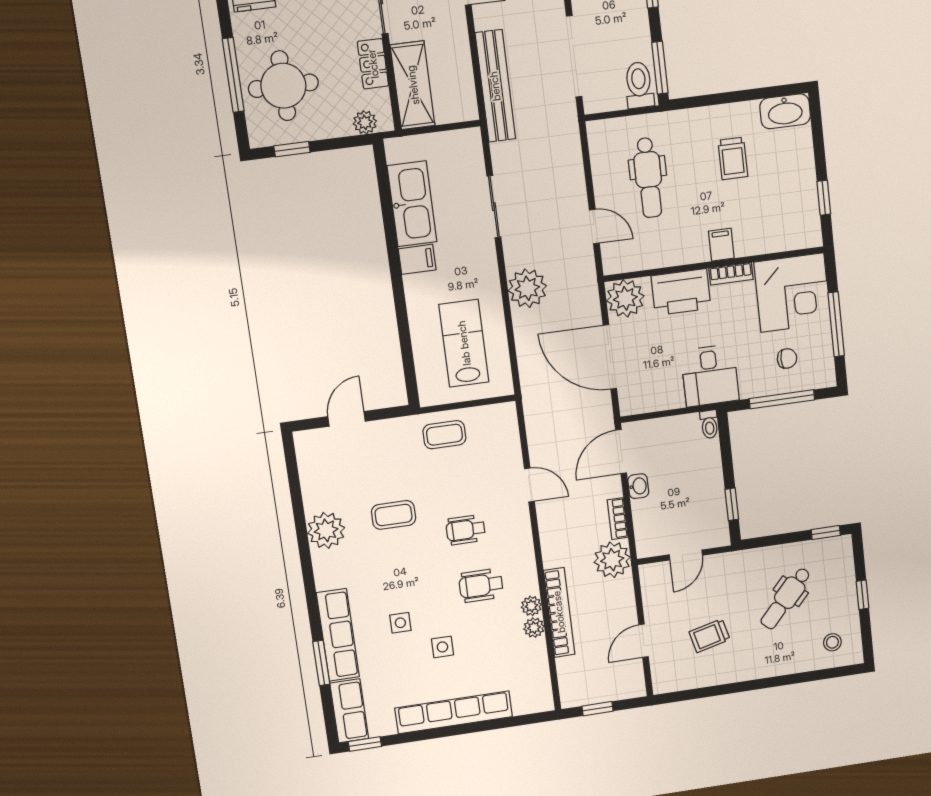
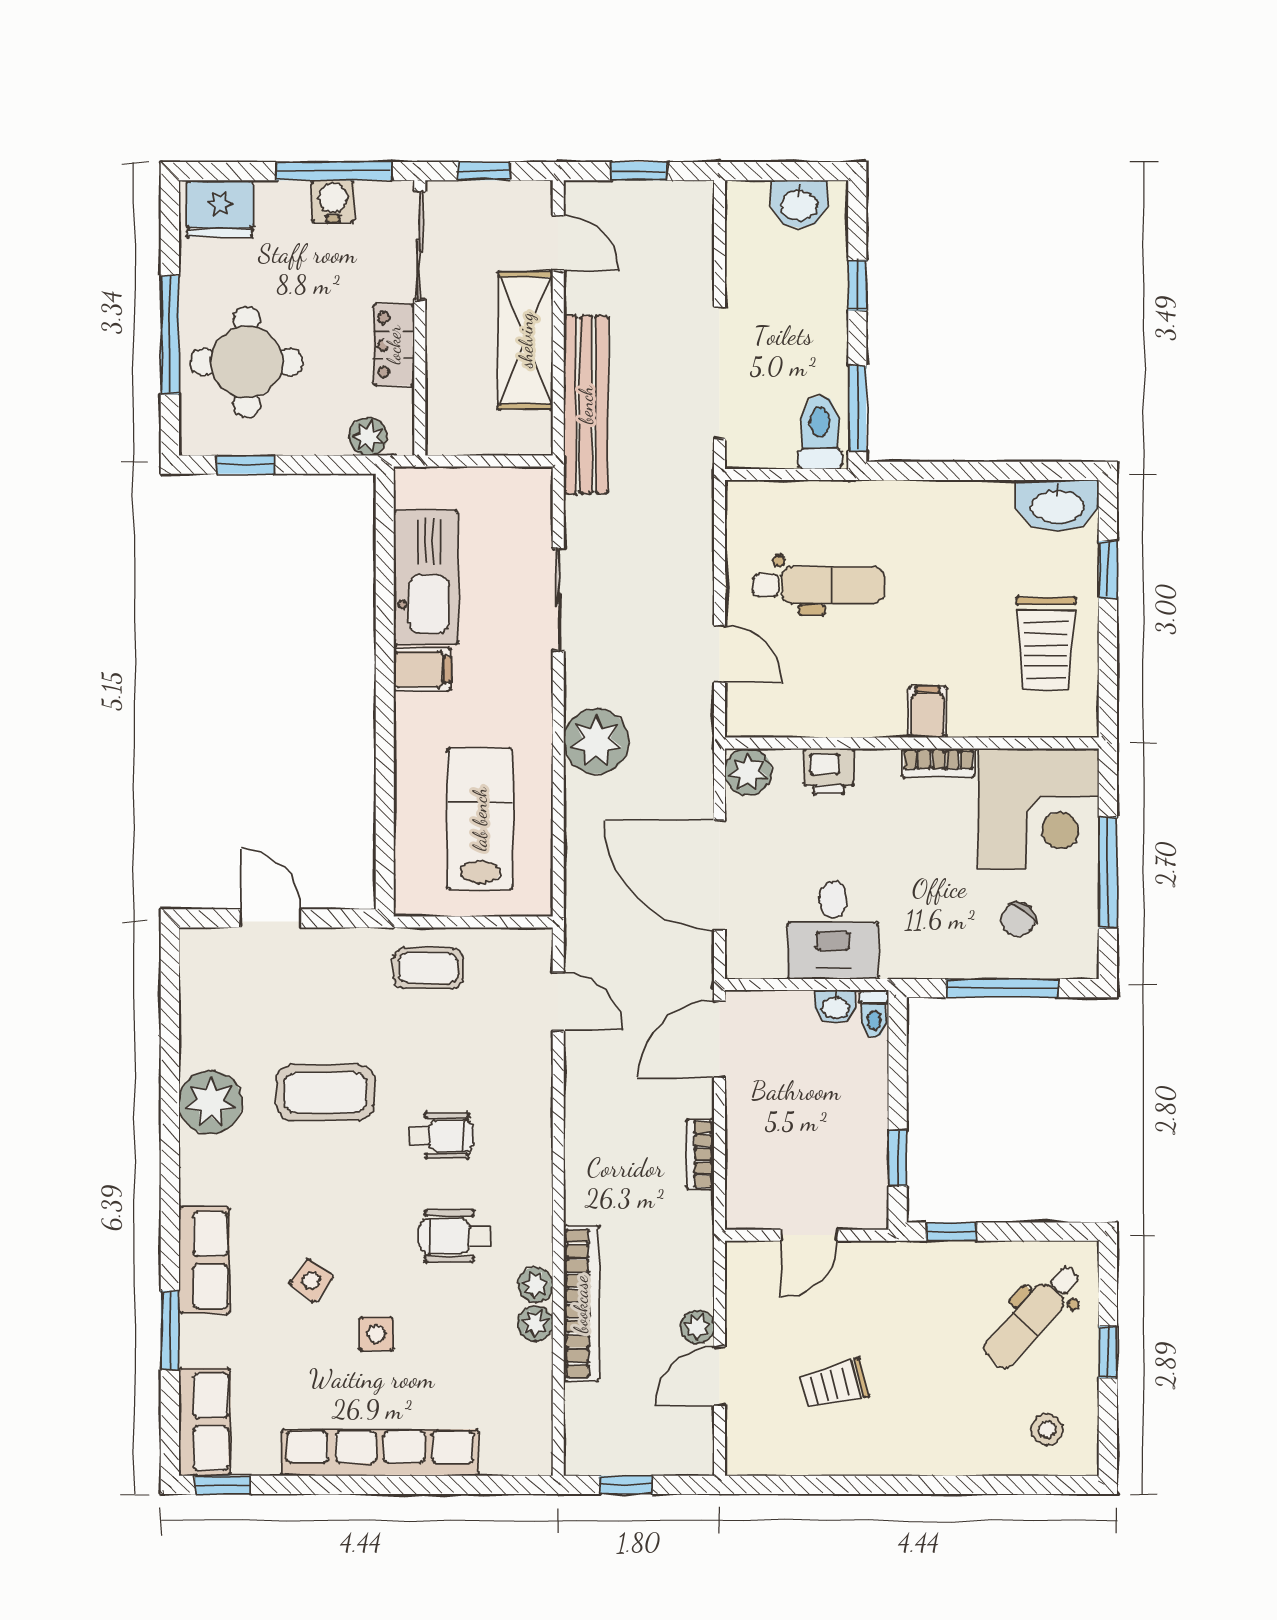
shelving: (413, 85) -> (526, 340), moved
trolley: (733, 158) -> (1046, 643), moved, width x1.36, depth x1.39
dental chair: (649, 178) -> (818, 585), turned -90
window: (824, 198) -> (1108, 570), moved
printer: (681, 292) -> (829, 771), width x0.53, depth x0.68
plant: (625, 298) -> (748, 772), width x0.73, depth x0.73
chair: (787, 358) -> (1018, 919), turned 126
desk: (710, 375) -> (833, 930), moved
door: (347, 419) -> (271, 918), hinge flipped
door: (529, 485) -> (558, 1002), moved
washbasin: (638, 486) -> (835, 1007), moved, turned 90
coffee table: (394, 515) -> (325, 1092), width x1.36, depth x1.30
wheelchair: (466, 530) -> (442, 1136), turned 180
window: (826, 532) -> (951, 1232), moved
plant: (612, 560) -> (697, 1327), moved, width x0.53, depth x0.53
dental chair: (786, 598) -> (1033, 1316), moved
side table: (400, 623) -> (311, 1281), turned 37
row of seats: (338, 635) -> (204, 1260), width x0.68

